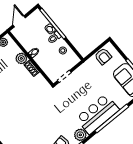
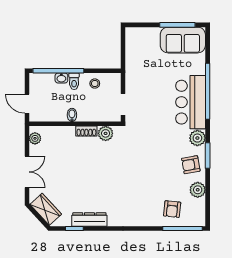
armchair: (103, 56) -> (136, 47), removed
plant: (21, 58) -> (106, 133), moved

